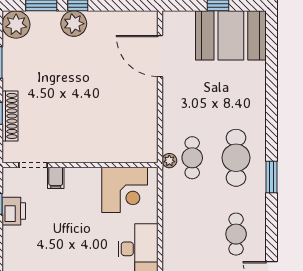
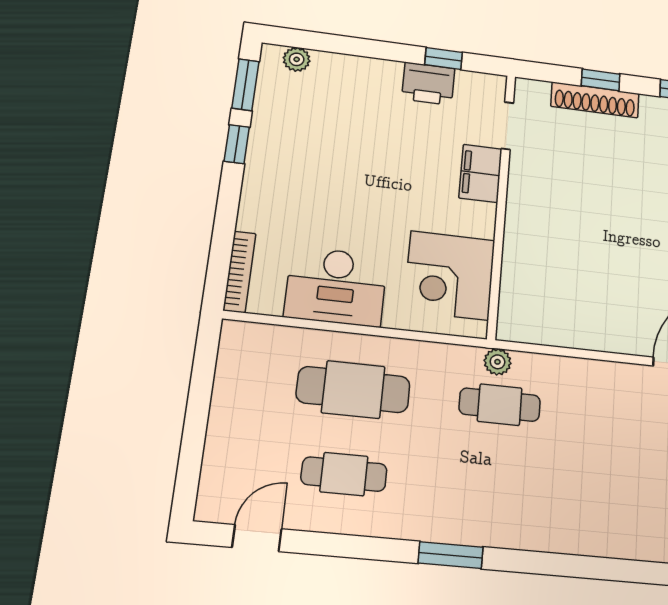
cafe table: (236, 158) -> (353, 390), moved
filing cabinet: (56, 178) -> (480, 173), width x2.00

